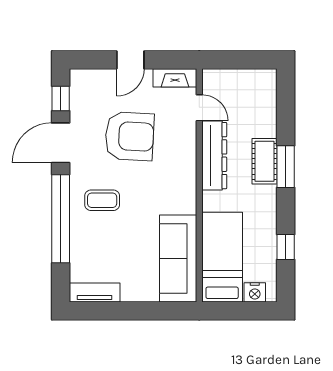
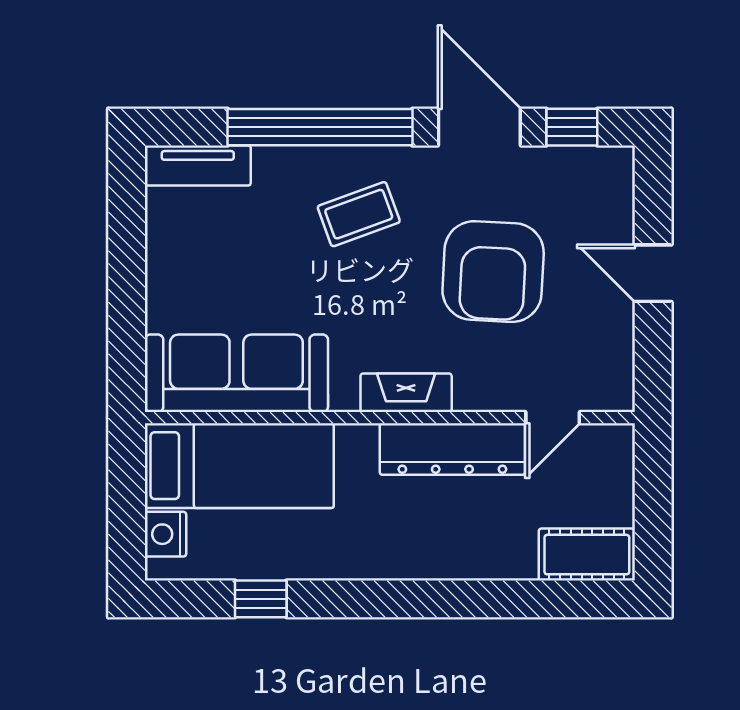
fireplace: (175, 78) -> (406, 393), moved, turned 90
cot: (265, 161) -> (587, 555), moved
window: (286, 167) -> (429, 599), removed
coffee table: (102, 200) -> (359, 214), turned 70
tv unit: (95, 293) -> (198, 166), moved, turned 90

